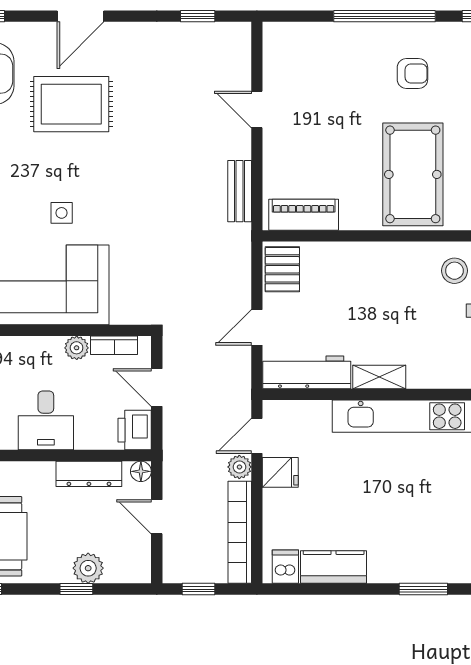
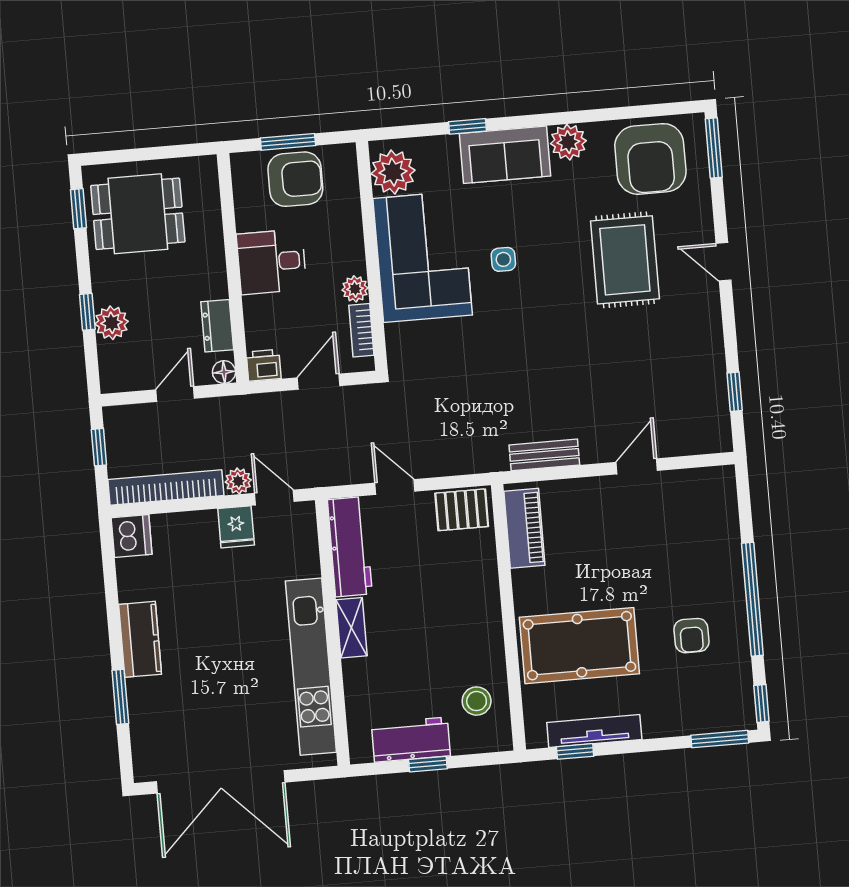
door: (81, 16) -> (724, 262), width x0.73
printer: (135, 430) -> (264, 365), width x0.73, depth x0.81
dresser: (89, 474) -> (217, 326), width x0.70
dishwasher: (285, 567) -> (132, 536), width x1.38
kitchen counter: (334, 567) -> (140, 639), moved

